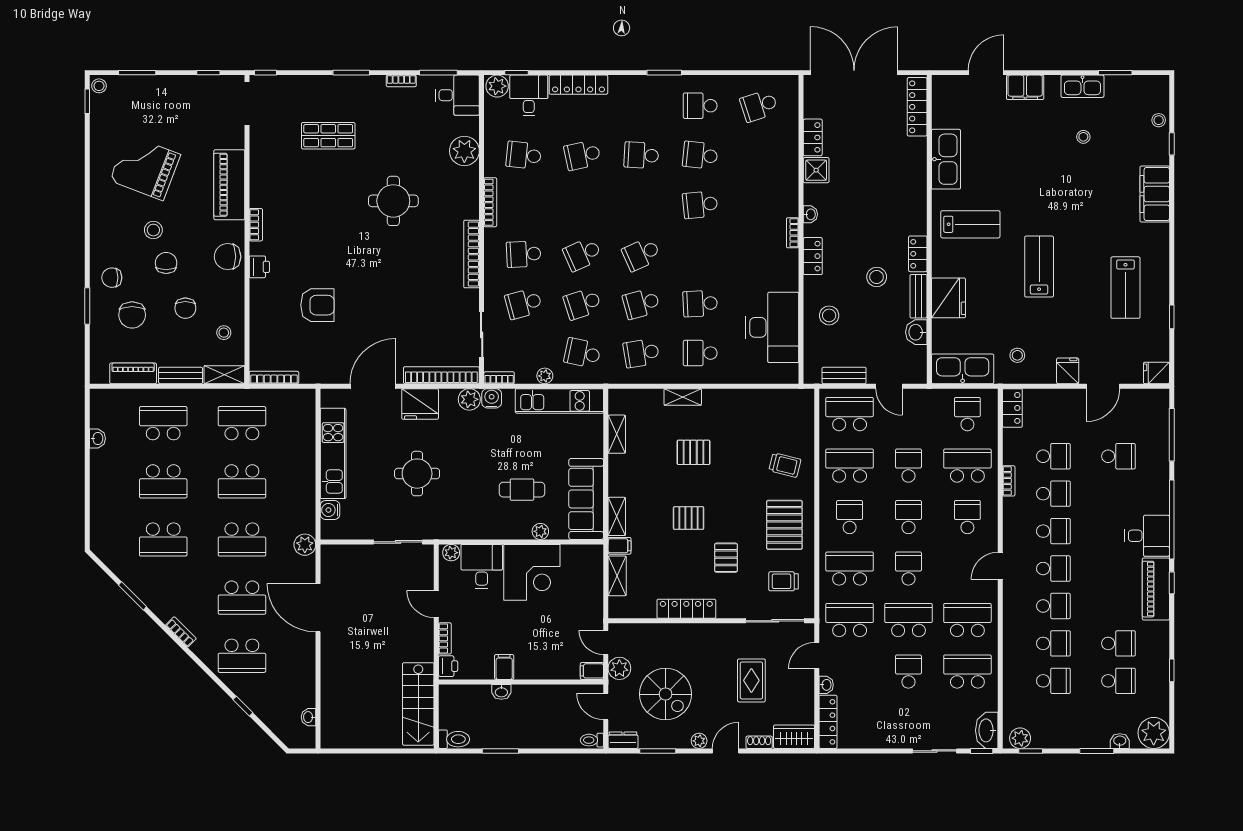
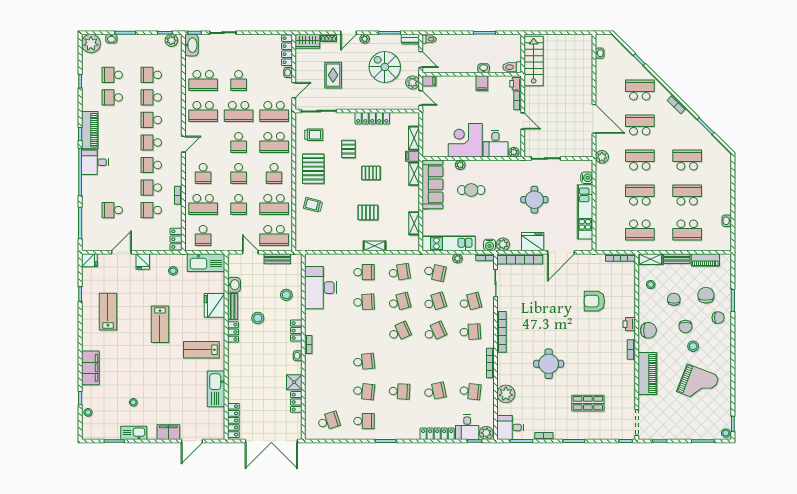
toilet: (454, 739) -> (512, 67), moved

